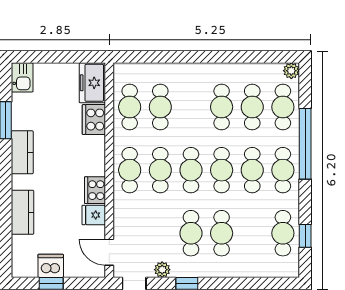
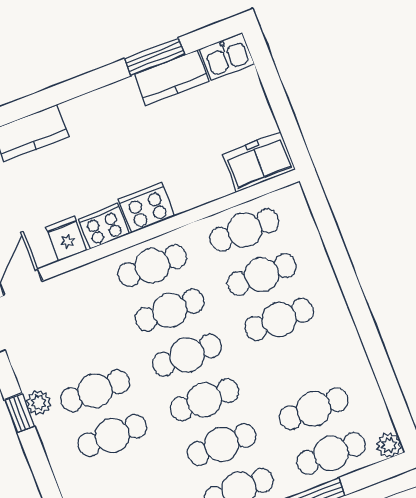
cafe table: (222, 107) -> (279, 319), moved
cooker: (94, 120) -> (147, 208), moved
kitchen counter: (22, 152) -> (171, 78), moved
plant: (162, 270) -> (38, 403), moved

